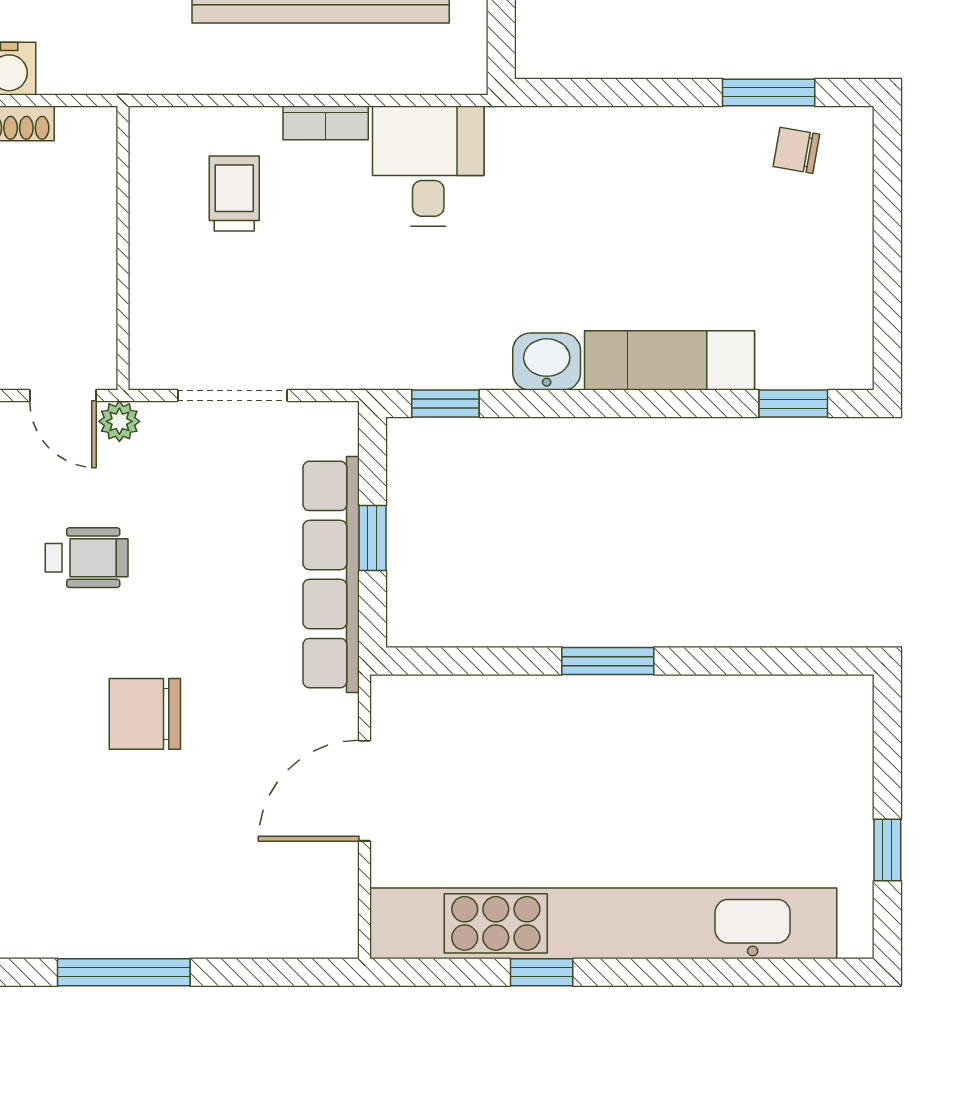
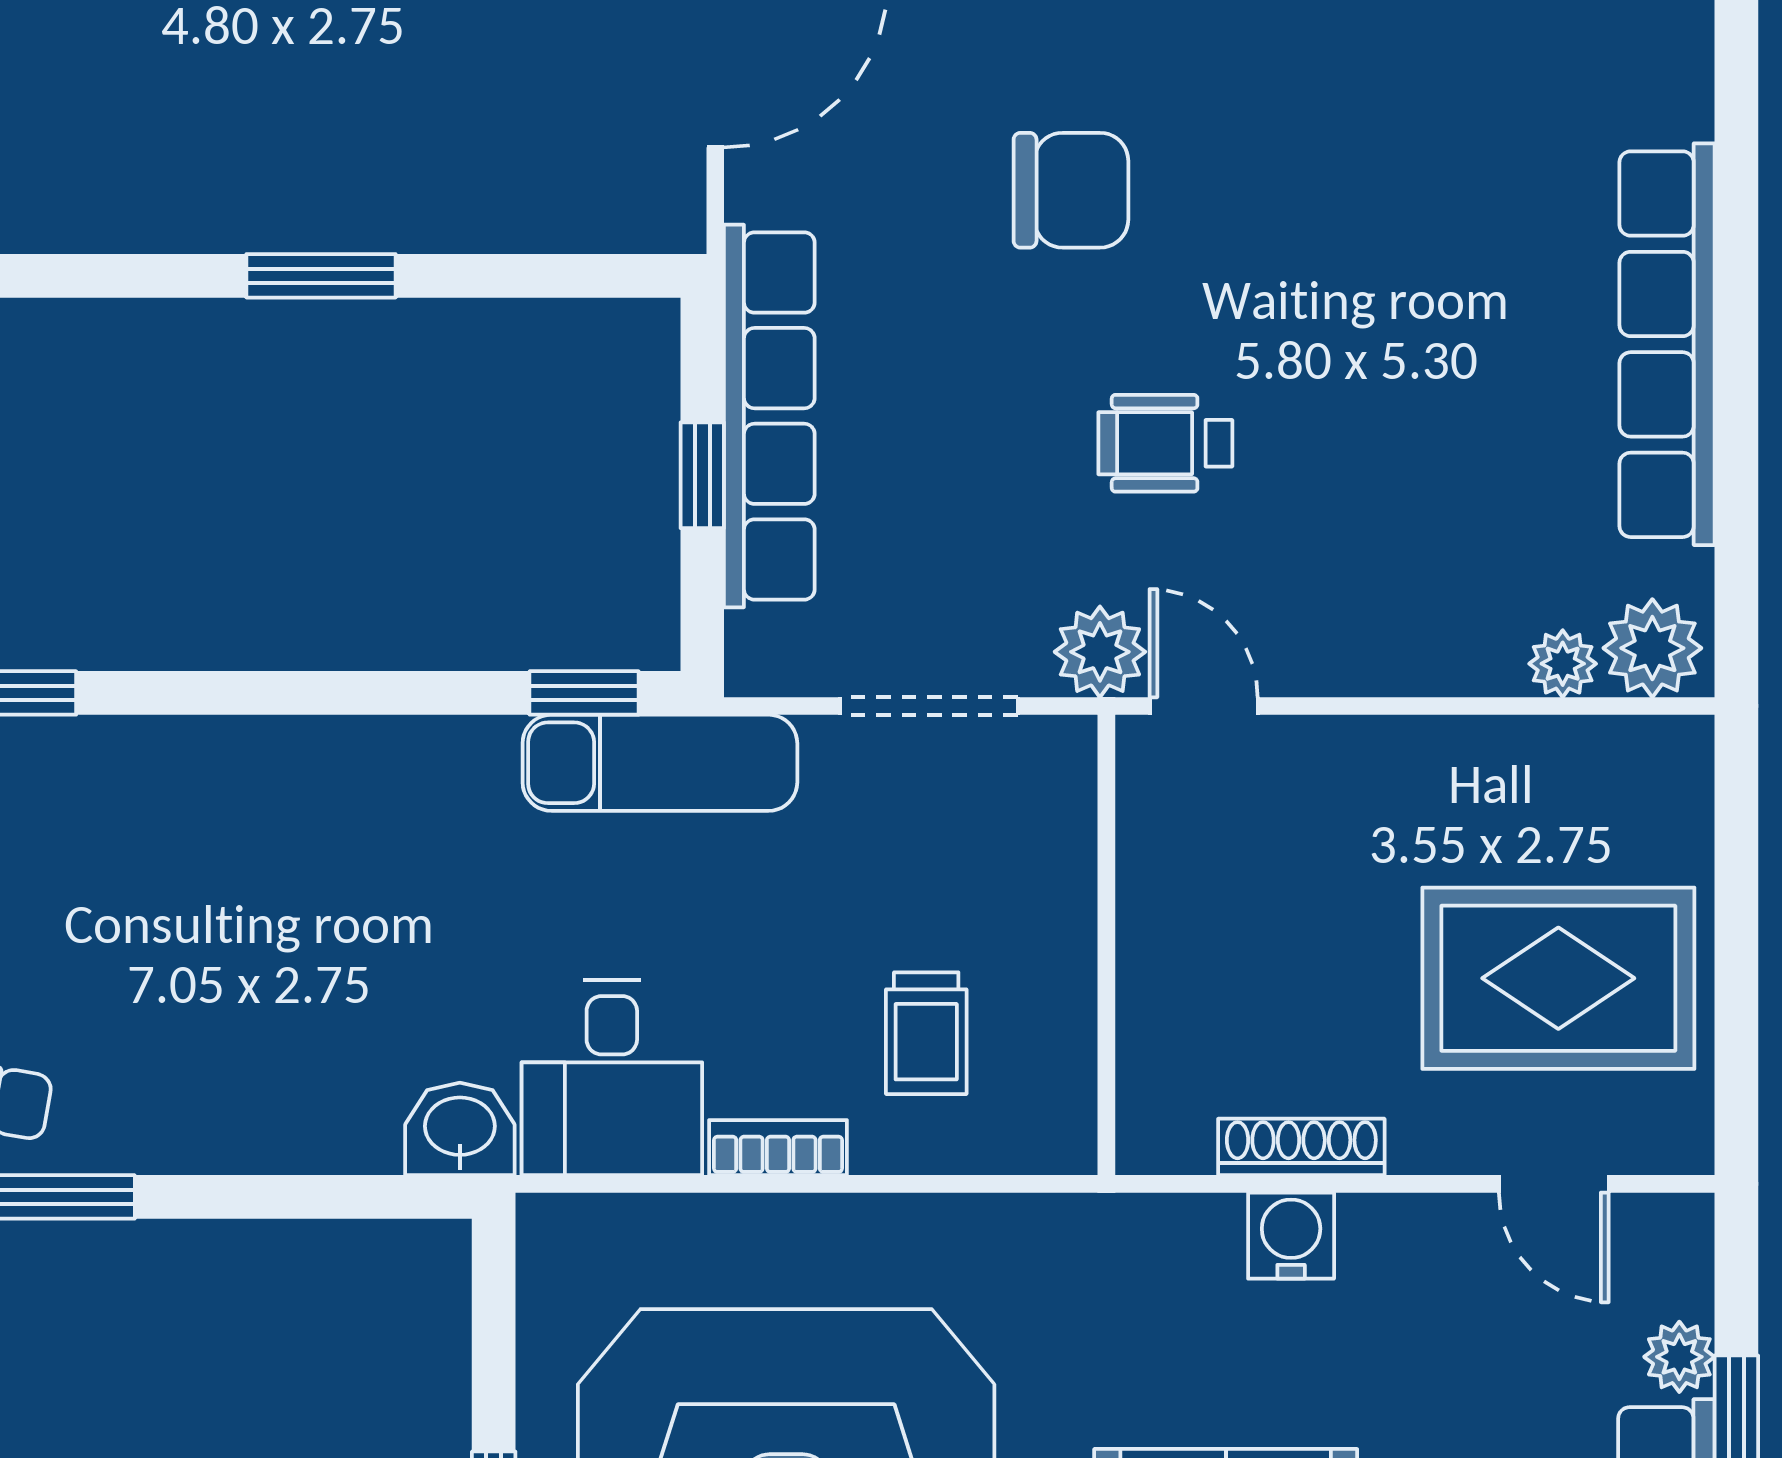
exam couch: (670, 360) -> (660, 763), moved
washbasin: (547, 362) -> (460, 1129), moved, turned 180
plant: (119, 421) -> (1100, 652), width x1.38, depth x1.38

